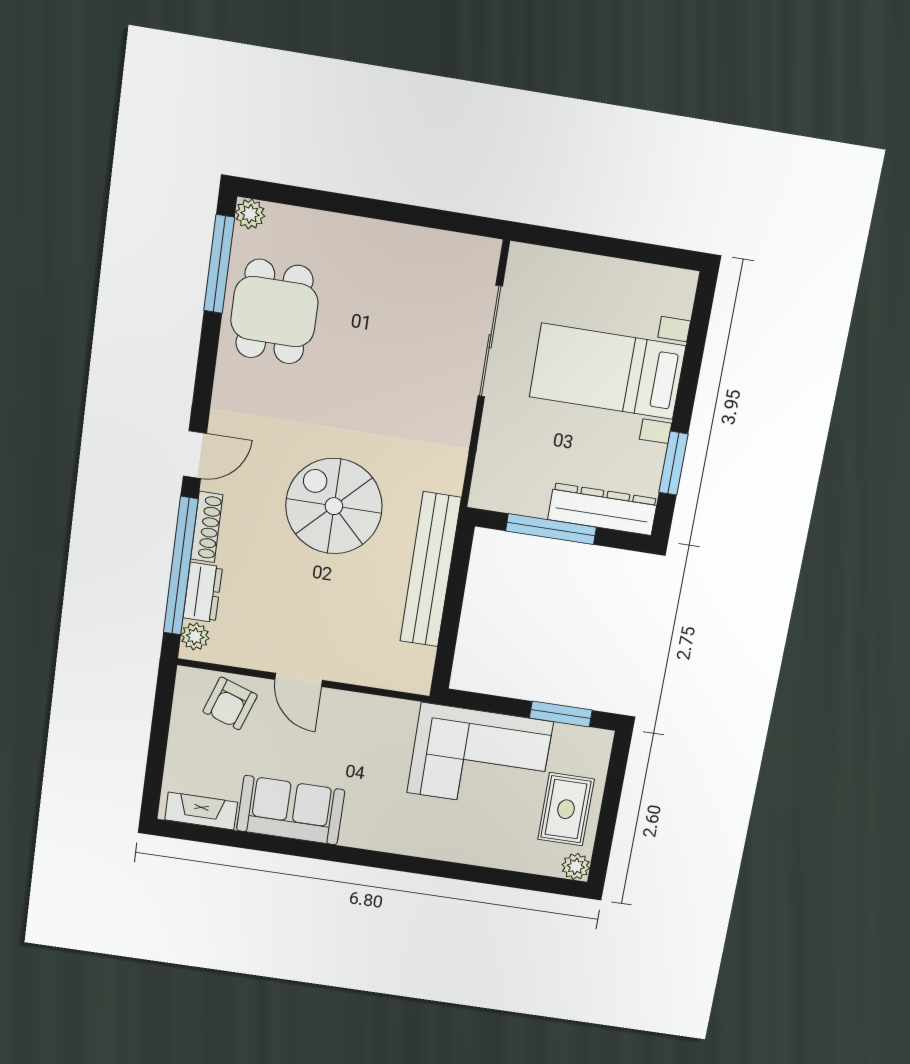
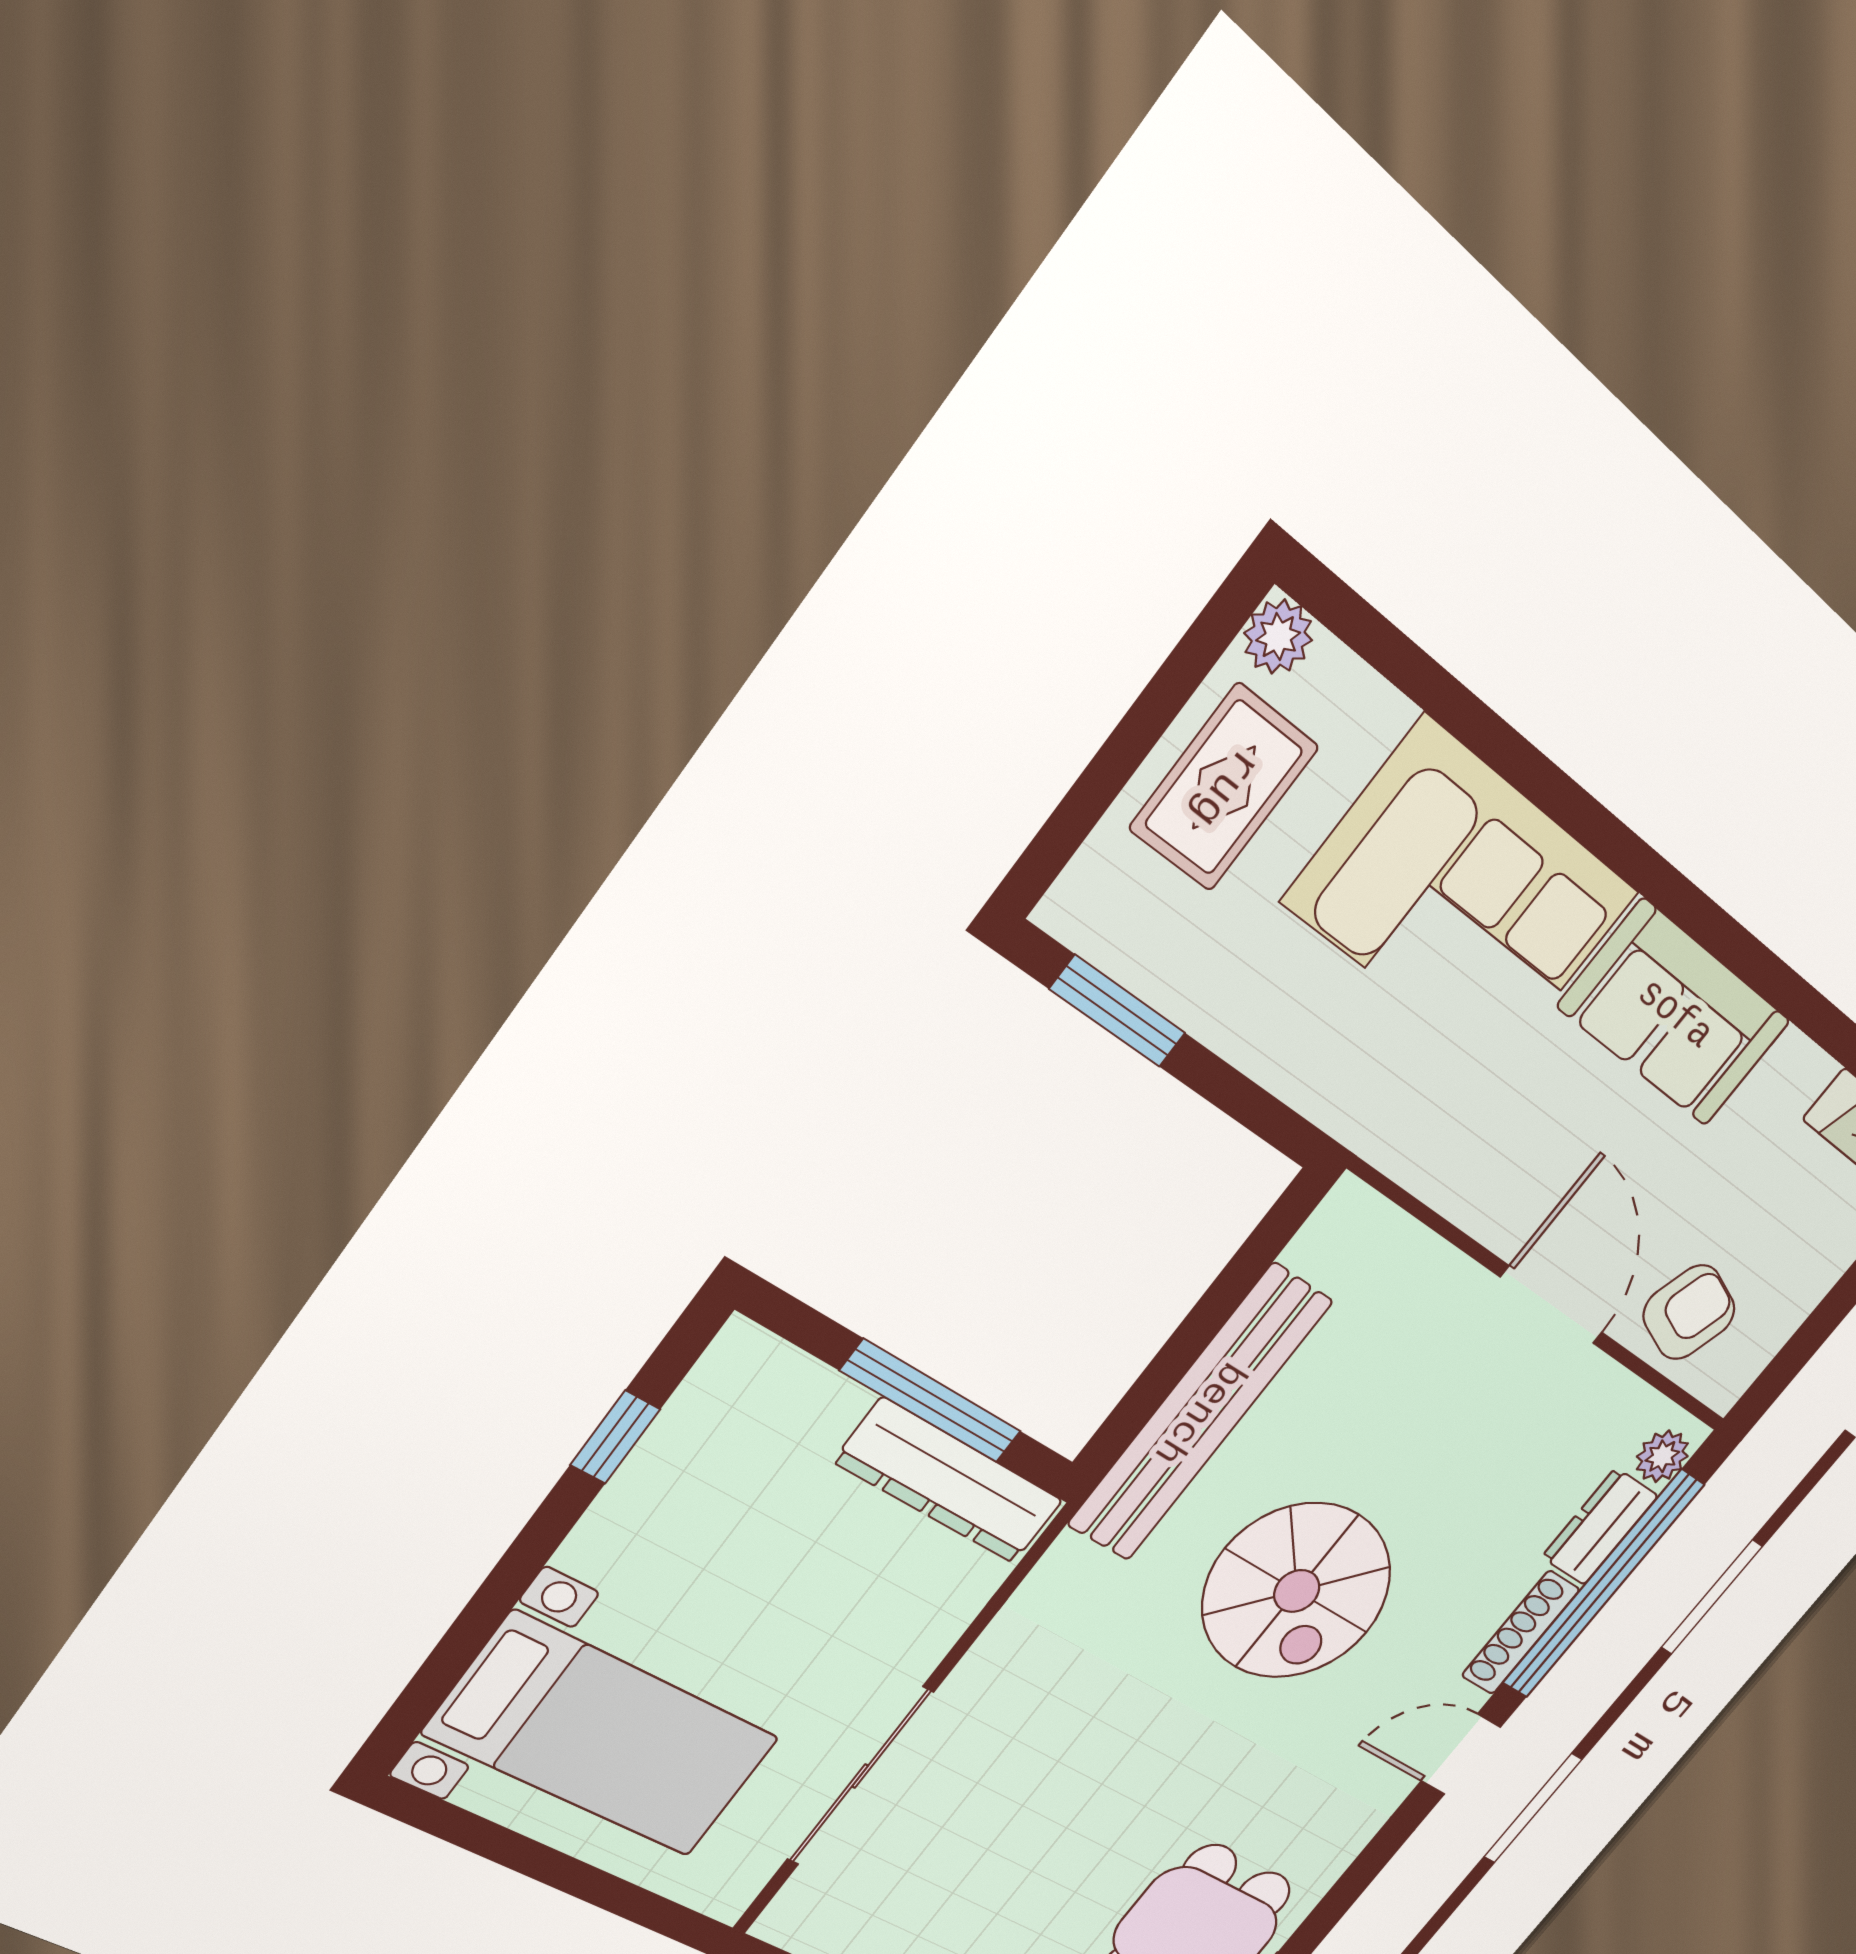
bed with nightstands: (607, 371) -> (603, 1736), moved
window: (673, 463) -> (615, 1437), width x0.67
dresser: (603, 509) -> (949, 1481), moved
door: (299, 680) -> (1552, 1305), width x1.38
corner sofa: (480, 757) -> (1463, 897), moved, turned 180
sofa: (291, 810) -> (1675, 1014), moved

